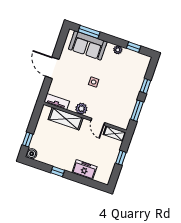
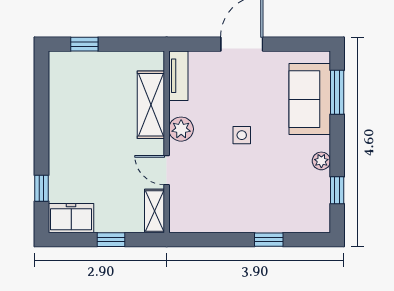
window: (137, 111) -> (215, 240), removed
door: (98, 122) -> (167, 170), hinge flipped
boiler: (32, 154) -> (59, 62), removed
freezer: (84, 170) -> (71, 218), moved, turned -90
window: (58, 172) -> (42, 188), moved

